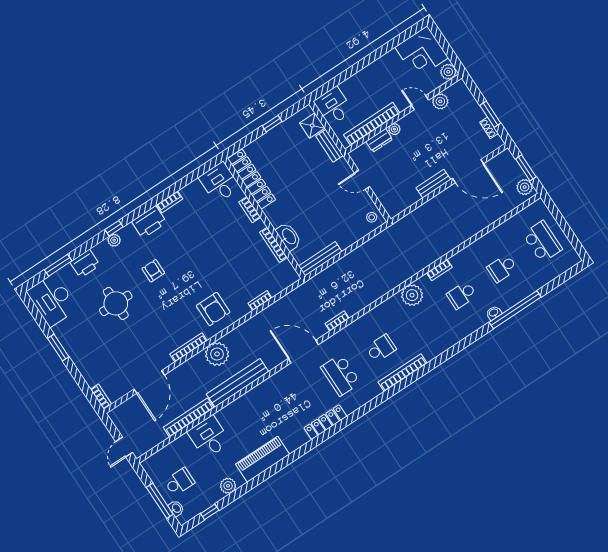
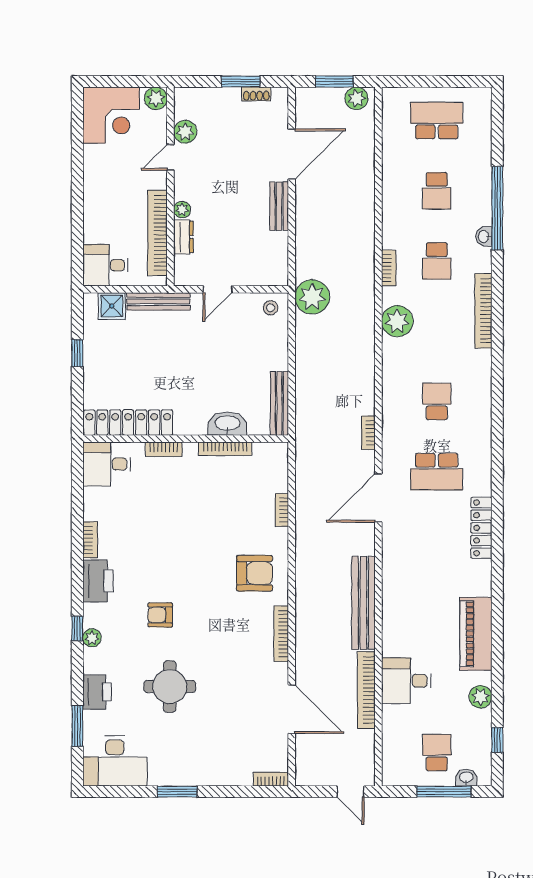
bench: (329, 146) -> (158, 301), width x1.36
plant: (217, 354) -> (312, 297), moved
bookcase: (403, 373) -> (483, 311), moved

